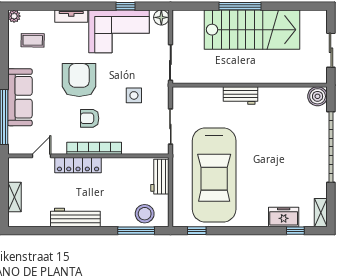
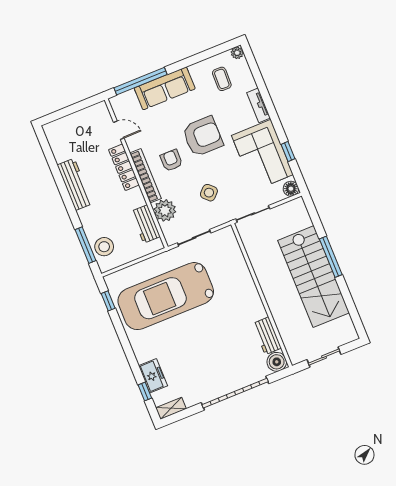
side table: (134, 95) -> (209, 193), turned 45
workbench: (240, 95) -> (267, 336), moved
plant: (134, 143) -> (165, 210), added
workbench: (160, 177) -> (146, 224), moved, turned -90
shelving: (14, 197) -> (71, 121), removed

